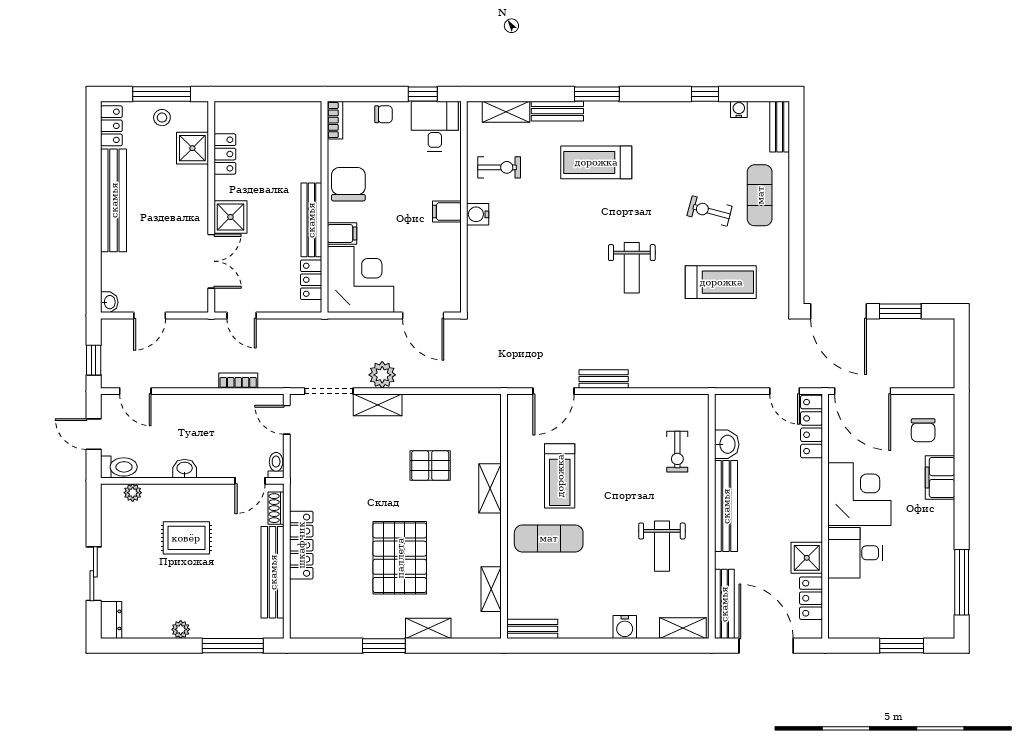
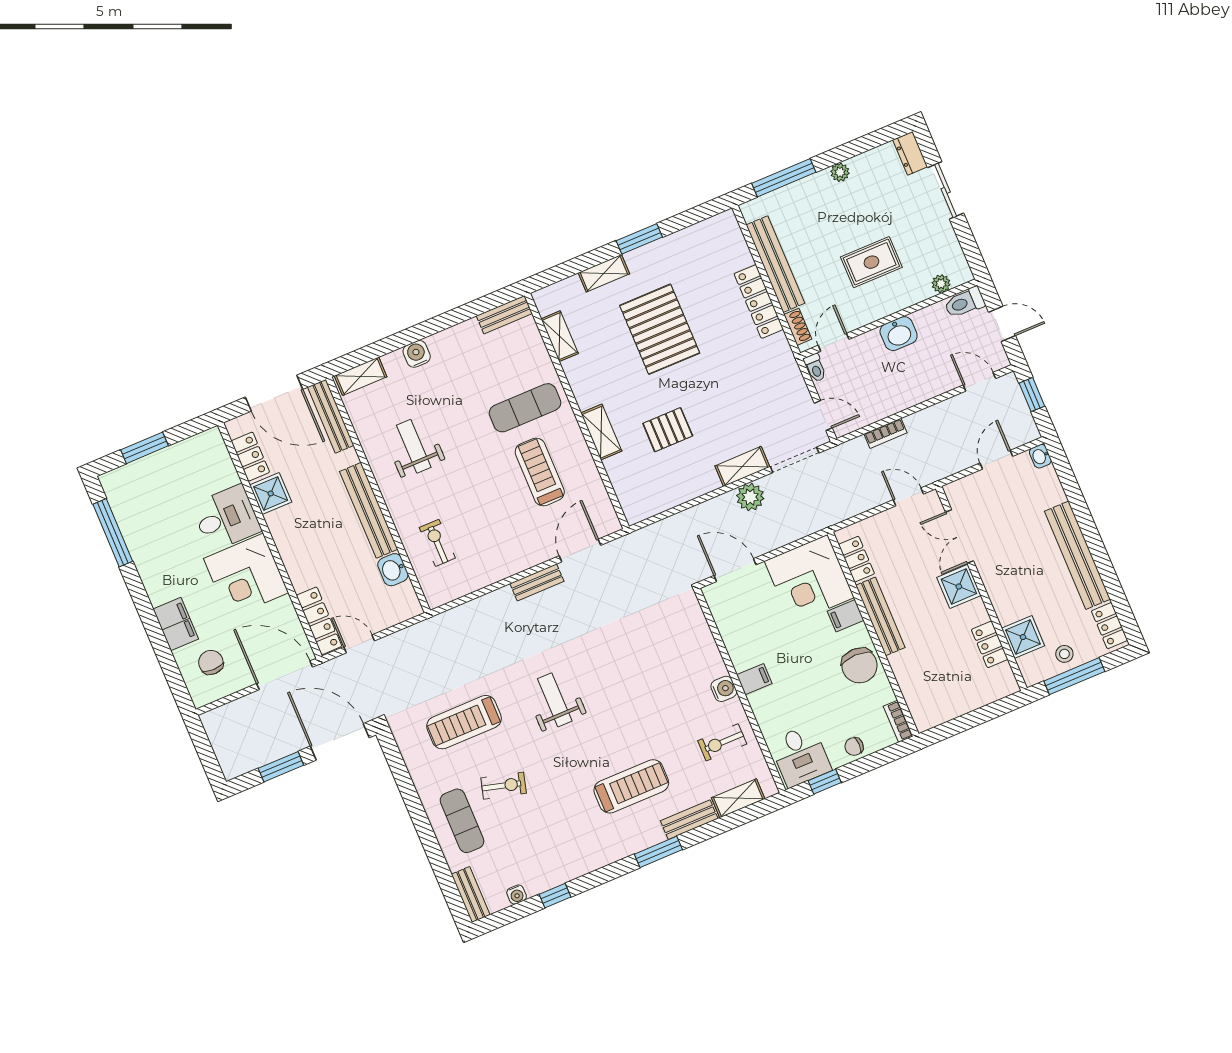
washbasin: (185, 469) -> (899, 334), width x1.38, depth x1.45

